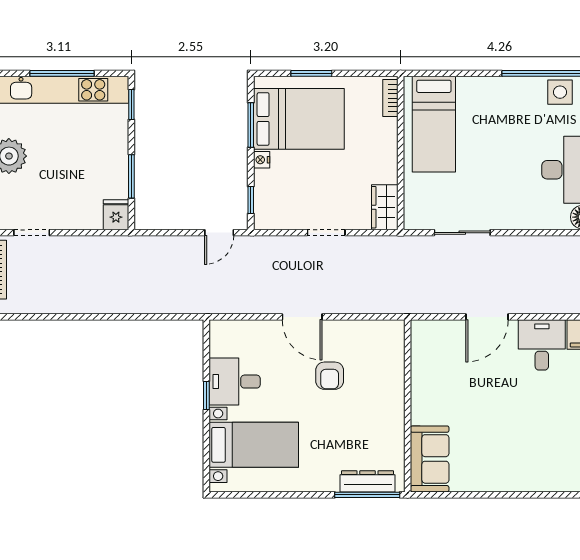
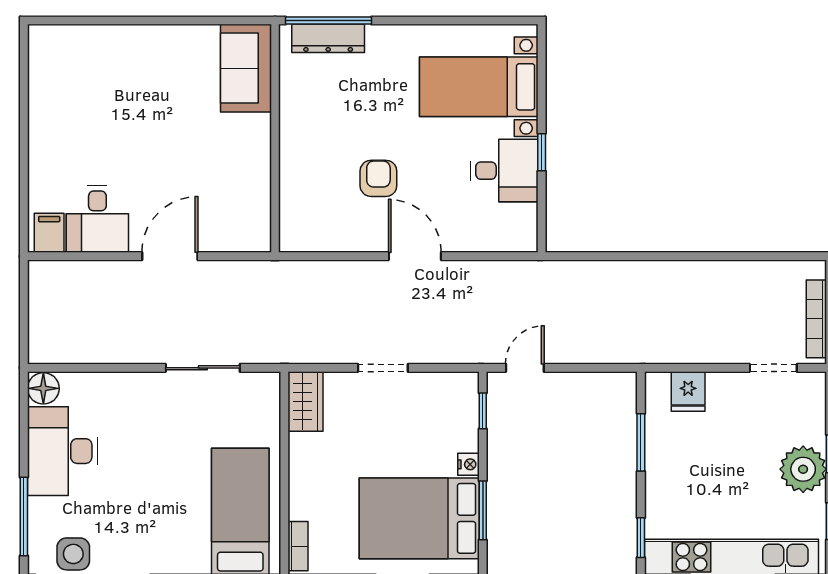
fridge: (116, 215) -> (688, 391), moved

